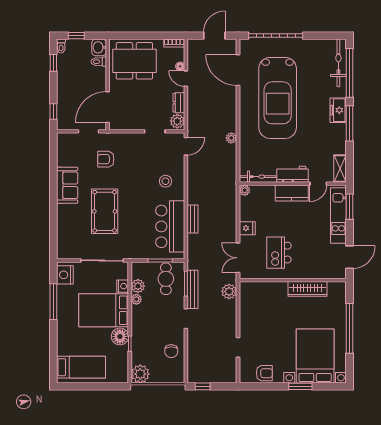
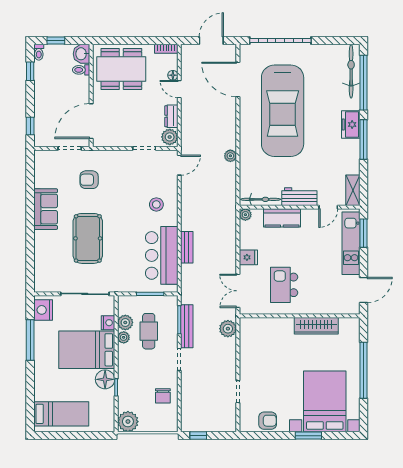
kitchen counter: (292, 193) -> (282, 218), moved
cafe table: (166, 279) -> (149, 331), moved

